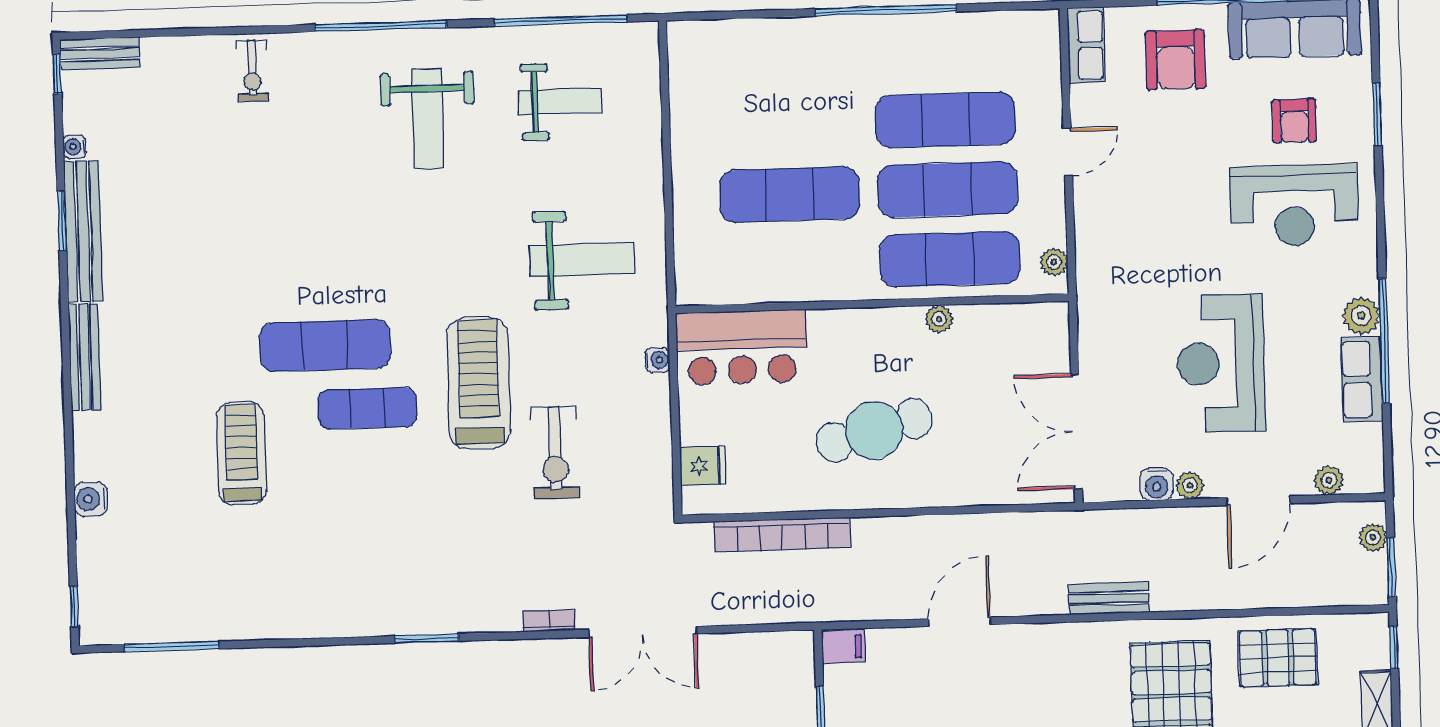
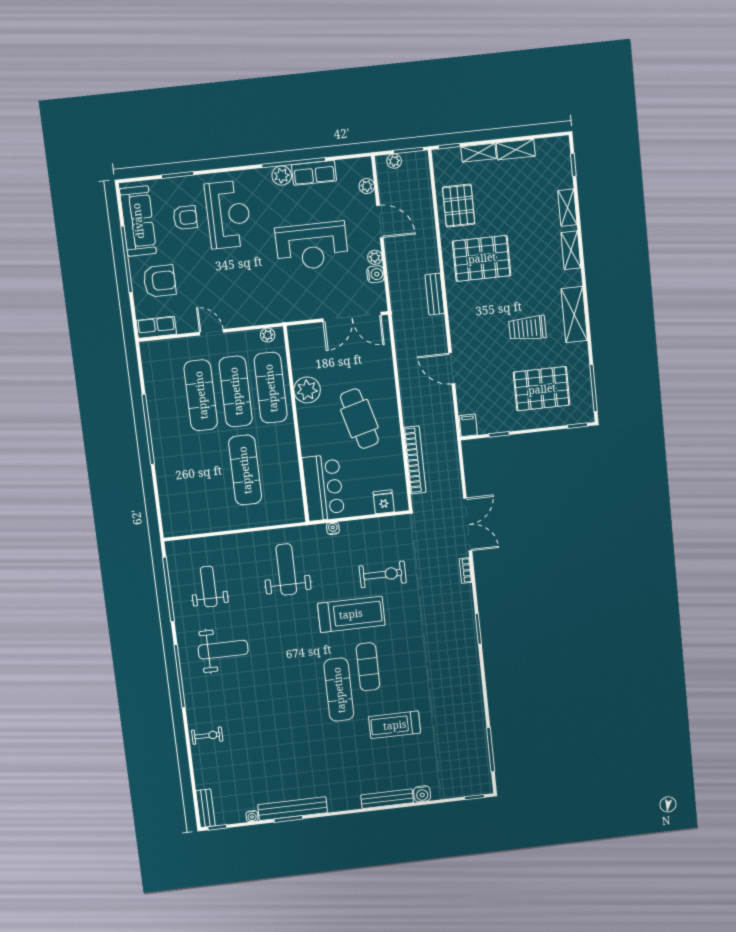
plant: (939, 319) -> (307, 390), width x1.88, depth x1.88
bench: (85, 357) -> (387, 799), moved
treadmill: (479, 383) -> (351, 614), turned 180

